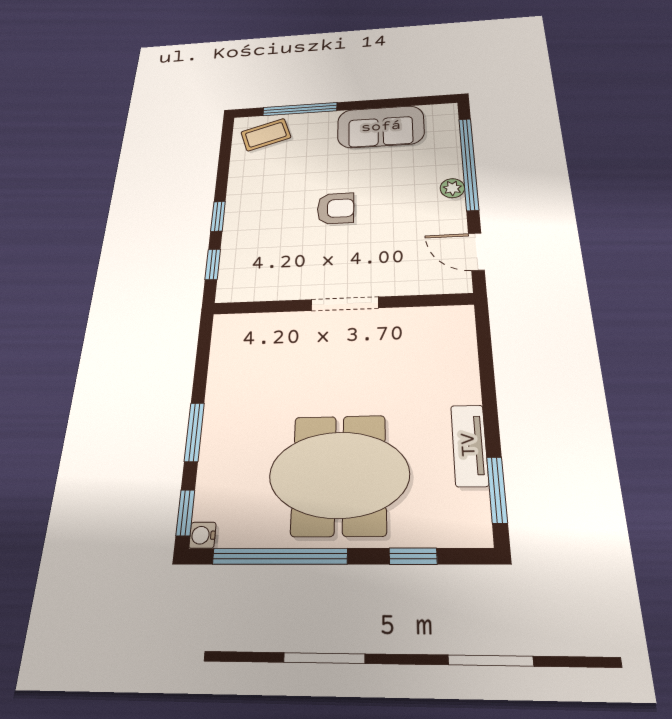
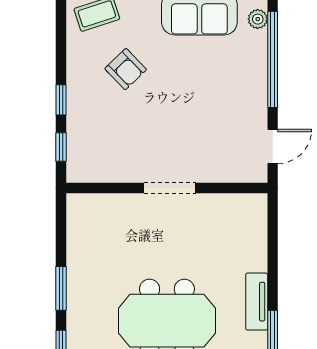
plant: (452, 188) -> (258, 19), moved
armchair: (336, 208) -> (126, 69), moved, turned 46
door: (476, 252) -> (273, 146), swing flipped

